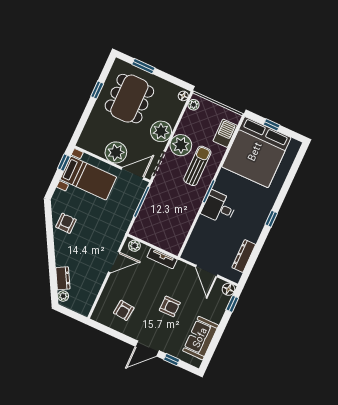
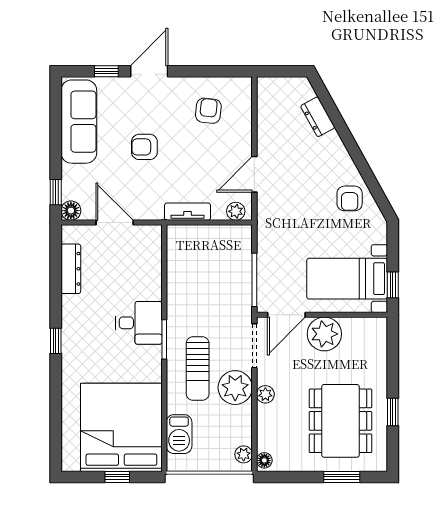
plant: (161, 131) -> (265, 394), width x0.53, depth x0.53
plant: (63, 296) -> (306, 91), removed
sofa: (201, 338) -> (79, 122), width x1.36

